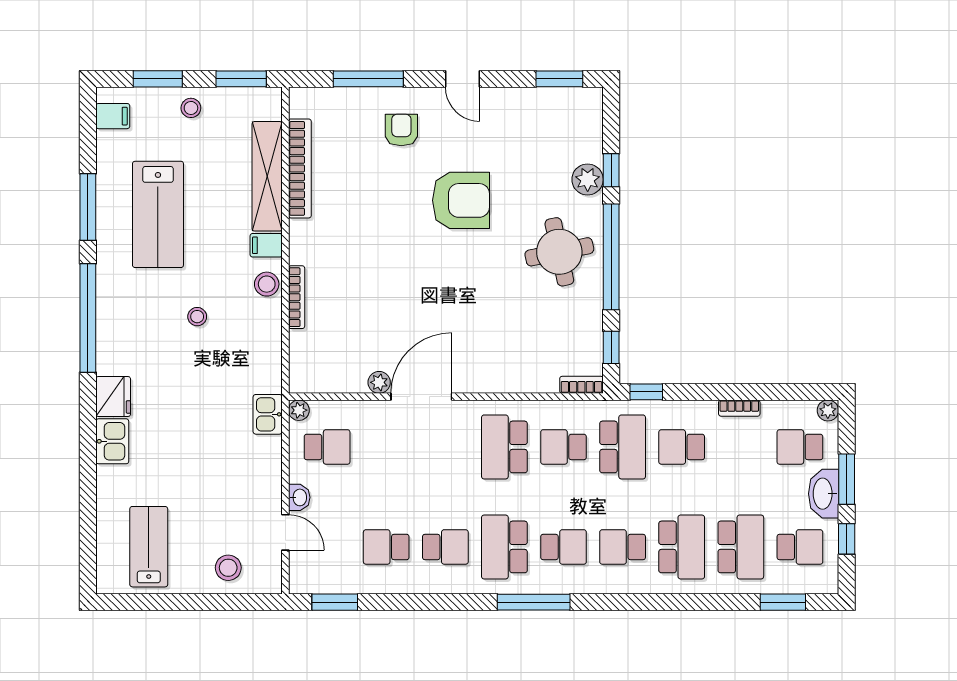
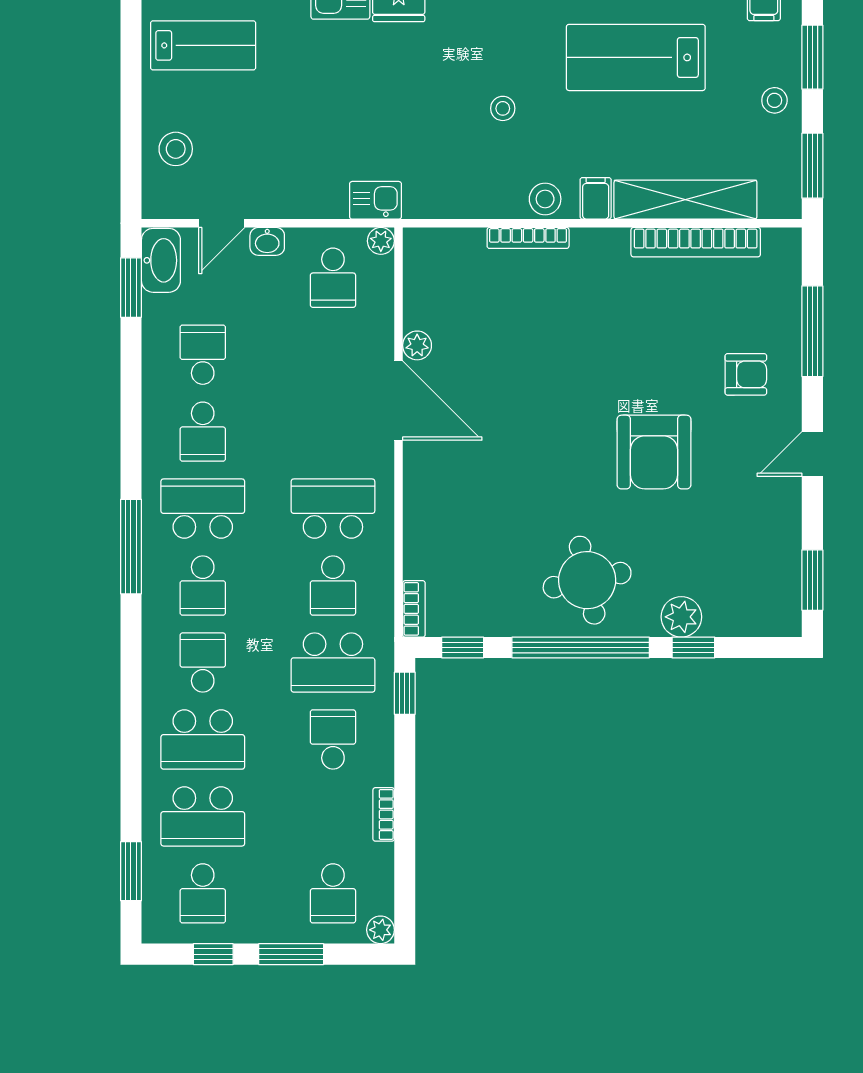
school desk: (564, 447) -> (333, 586), turned 180
school desk: (800, 447) -> (333, 893), turned 180
washbasin: (824, 494) -> (161, 260), moved, turned 90

